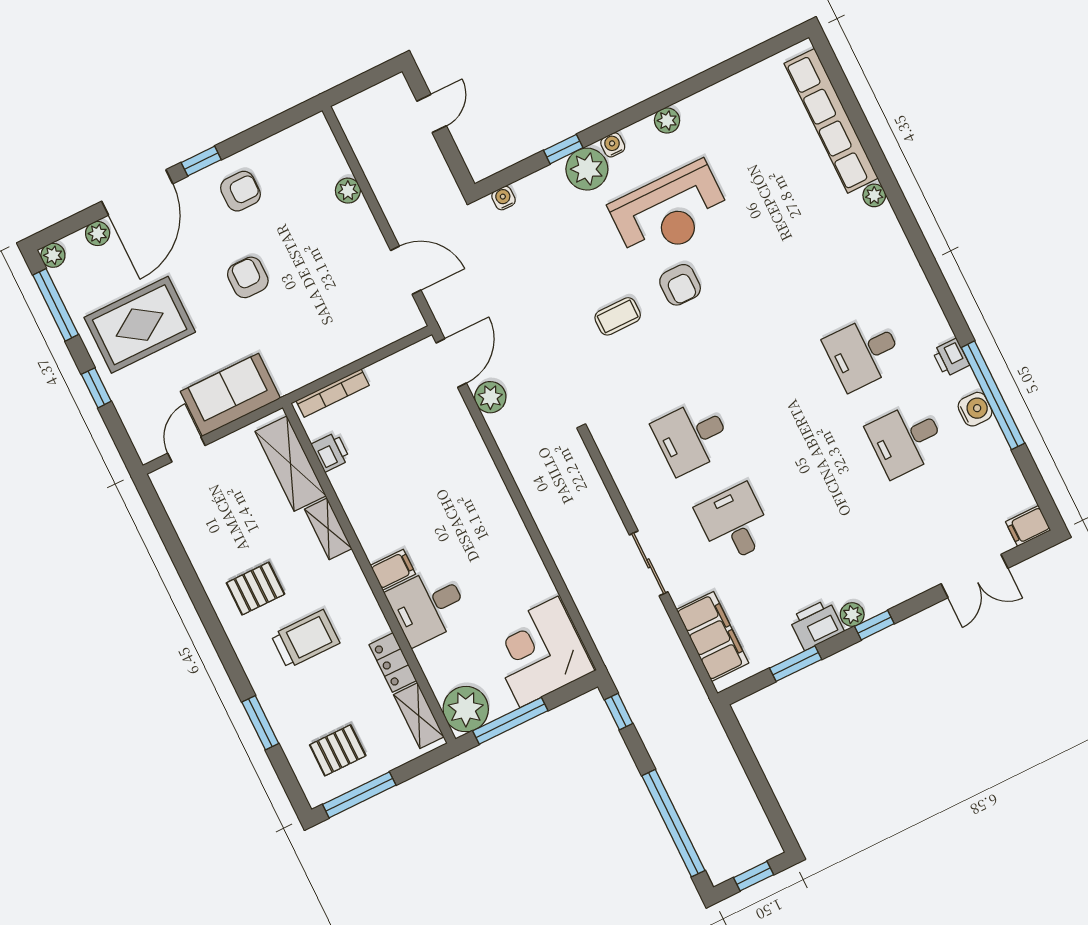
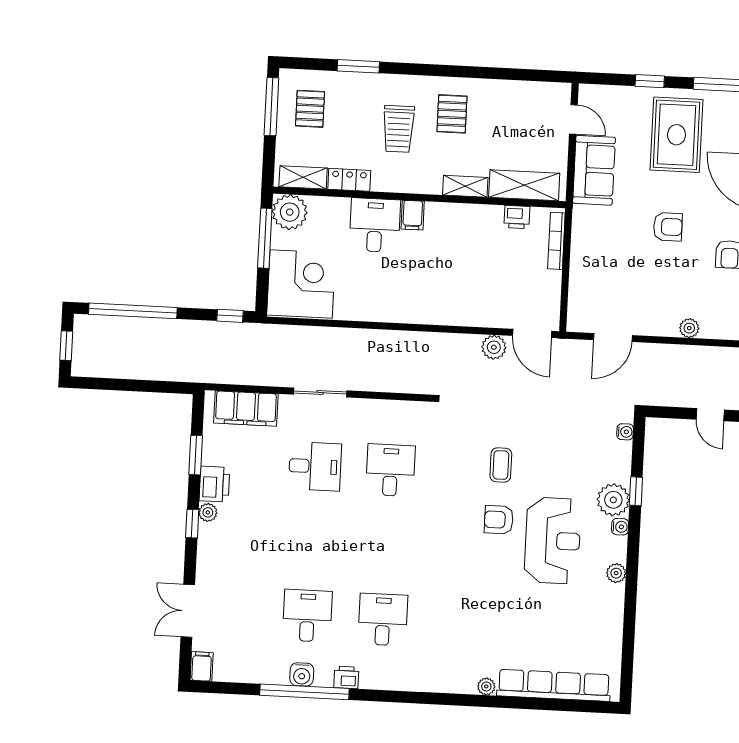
reception desk: (670, 212) -> (553, 541), turned 180

